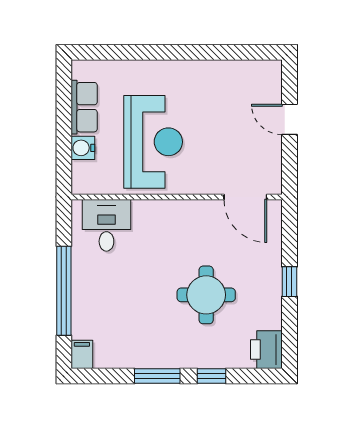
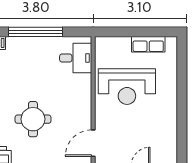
water cooler: (83, 148) -> (123, 44), removed

